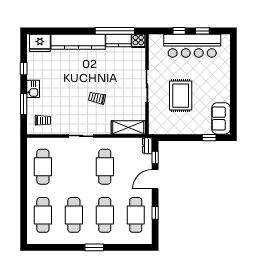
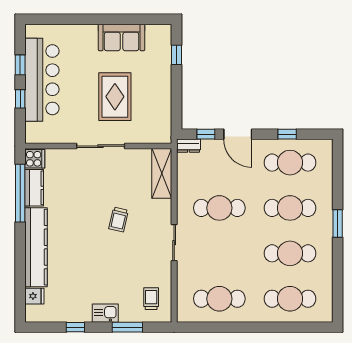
fridge: (40, 43) -> (34, 296), width x0.53, depth x0.75
rug: (181, 96) -> (115, 97), turned 90
sofa: (221, 118) -> (122, 37), moved

